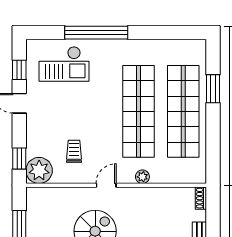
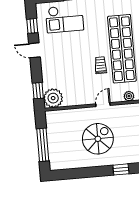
trolley: (74, 151) -> (101, 65), moved

